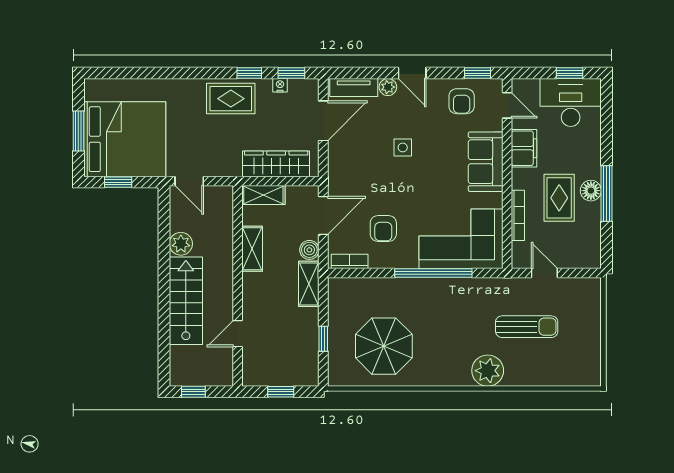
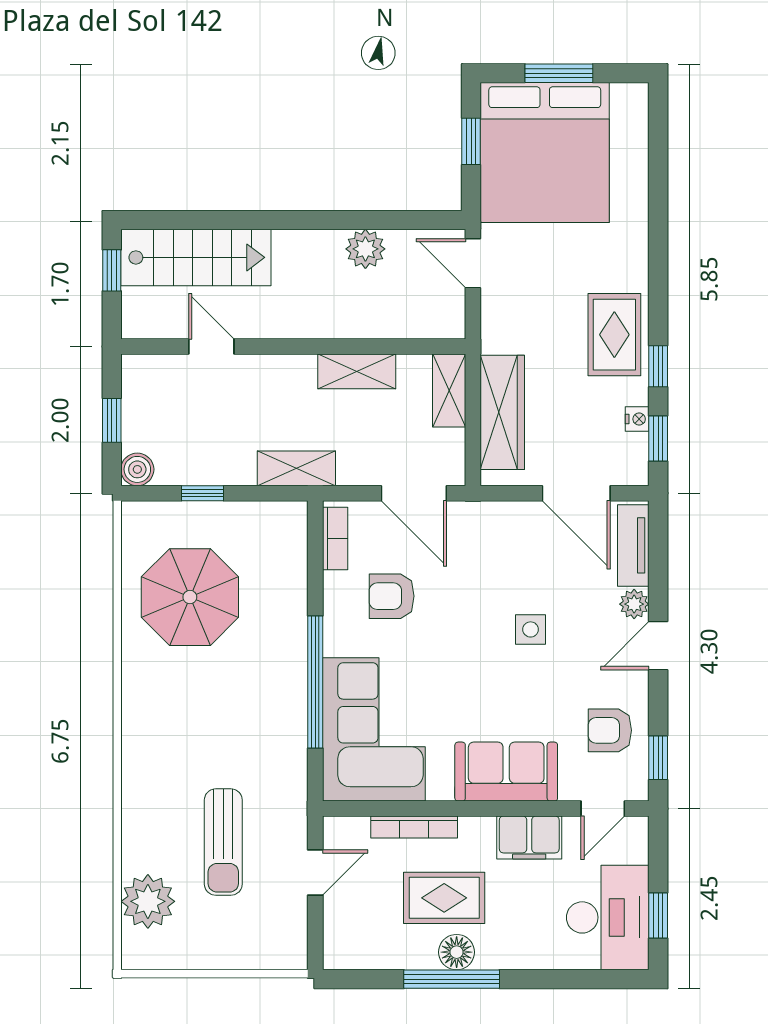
door: (189, 181) -> (473, 263), hinge flipped
boiler: (309, 250) -> (137, 469), moved
stairs: (186, 301) -> (196, 257), moved
plant: (488, 371) -> (148, 901), moved

